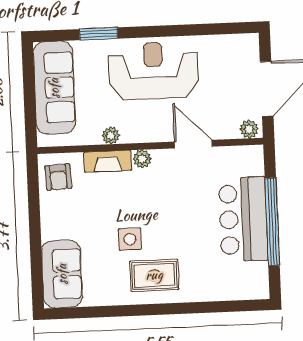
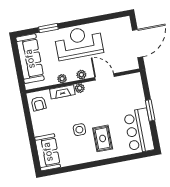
plant: (249, 129) -> (81, 75), moved
bar counter: (243, 219) -> (139, 131), moved
window: (272, 222) -> (150, 110), width x0.47
rug: (154, 275) -> (103, 138), moved, turned 90

